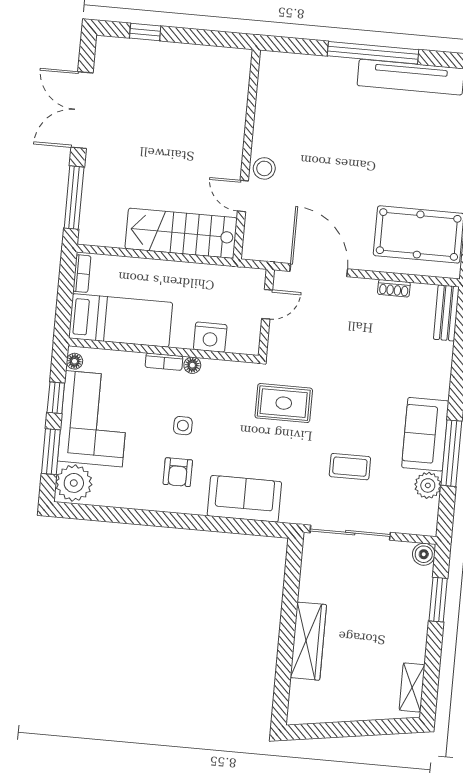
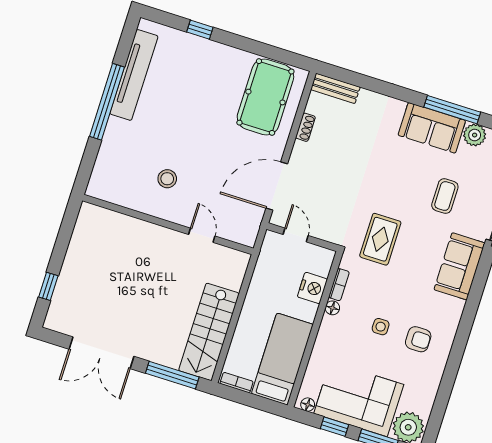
stool: (264, 168) -> (167, 179), moved
door: (243, 196) -> (202, 235), swing flipped
stairs: (181, 233) -> (209, 332), moved
bookcase: (164, 362) -> (339, 285), moved
sofa: (244, 499) -> (460, 266), moved

